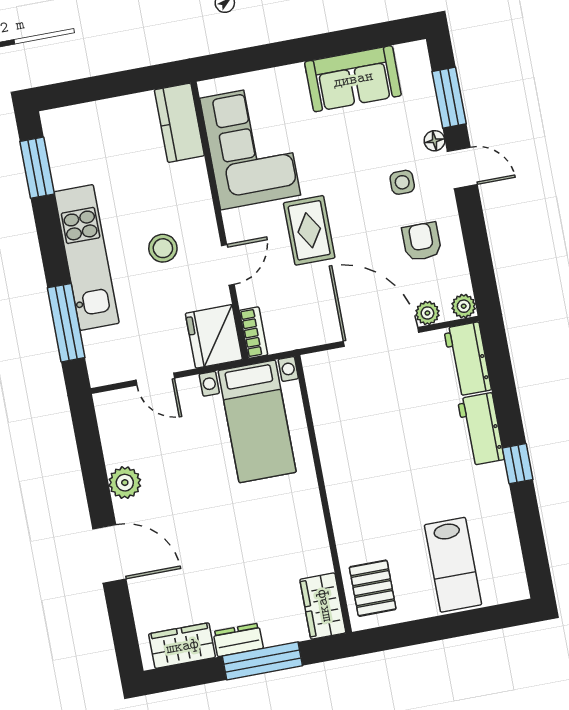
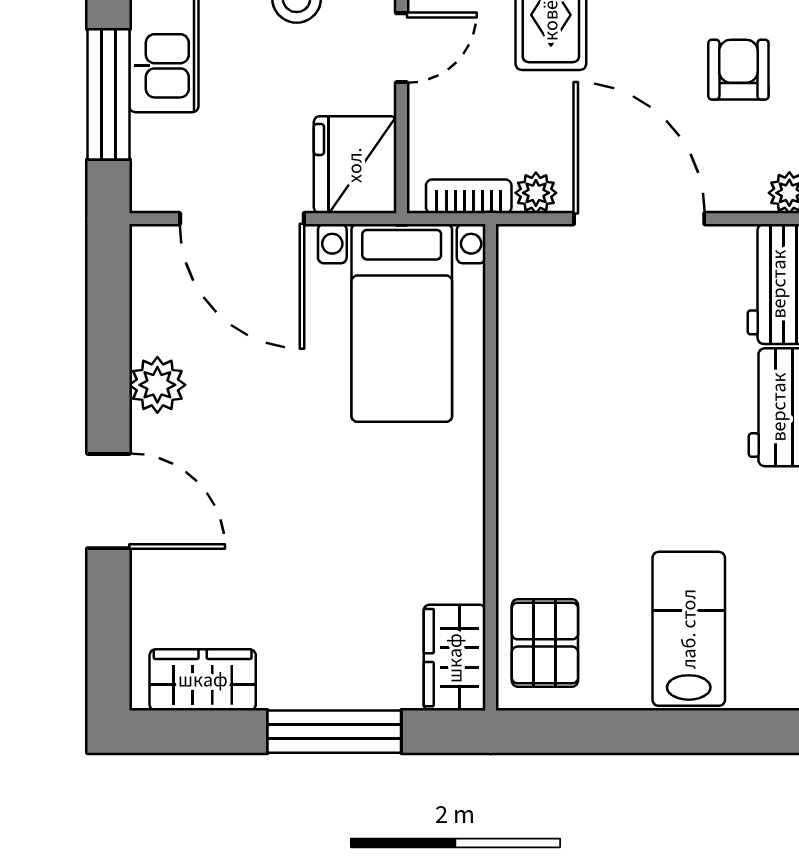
plant: (427, 313) -> (536, 193), moved
bookcase: (254, 333) -> (469, 196), moved, turned -90
door: (155, 379) -> (242, 219), width x1.88
lab bench: (453, 565) -> (689, 629), turned 180
dresser: (238, 640) -> (300, 688), removed

